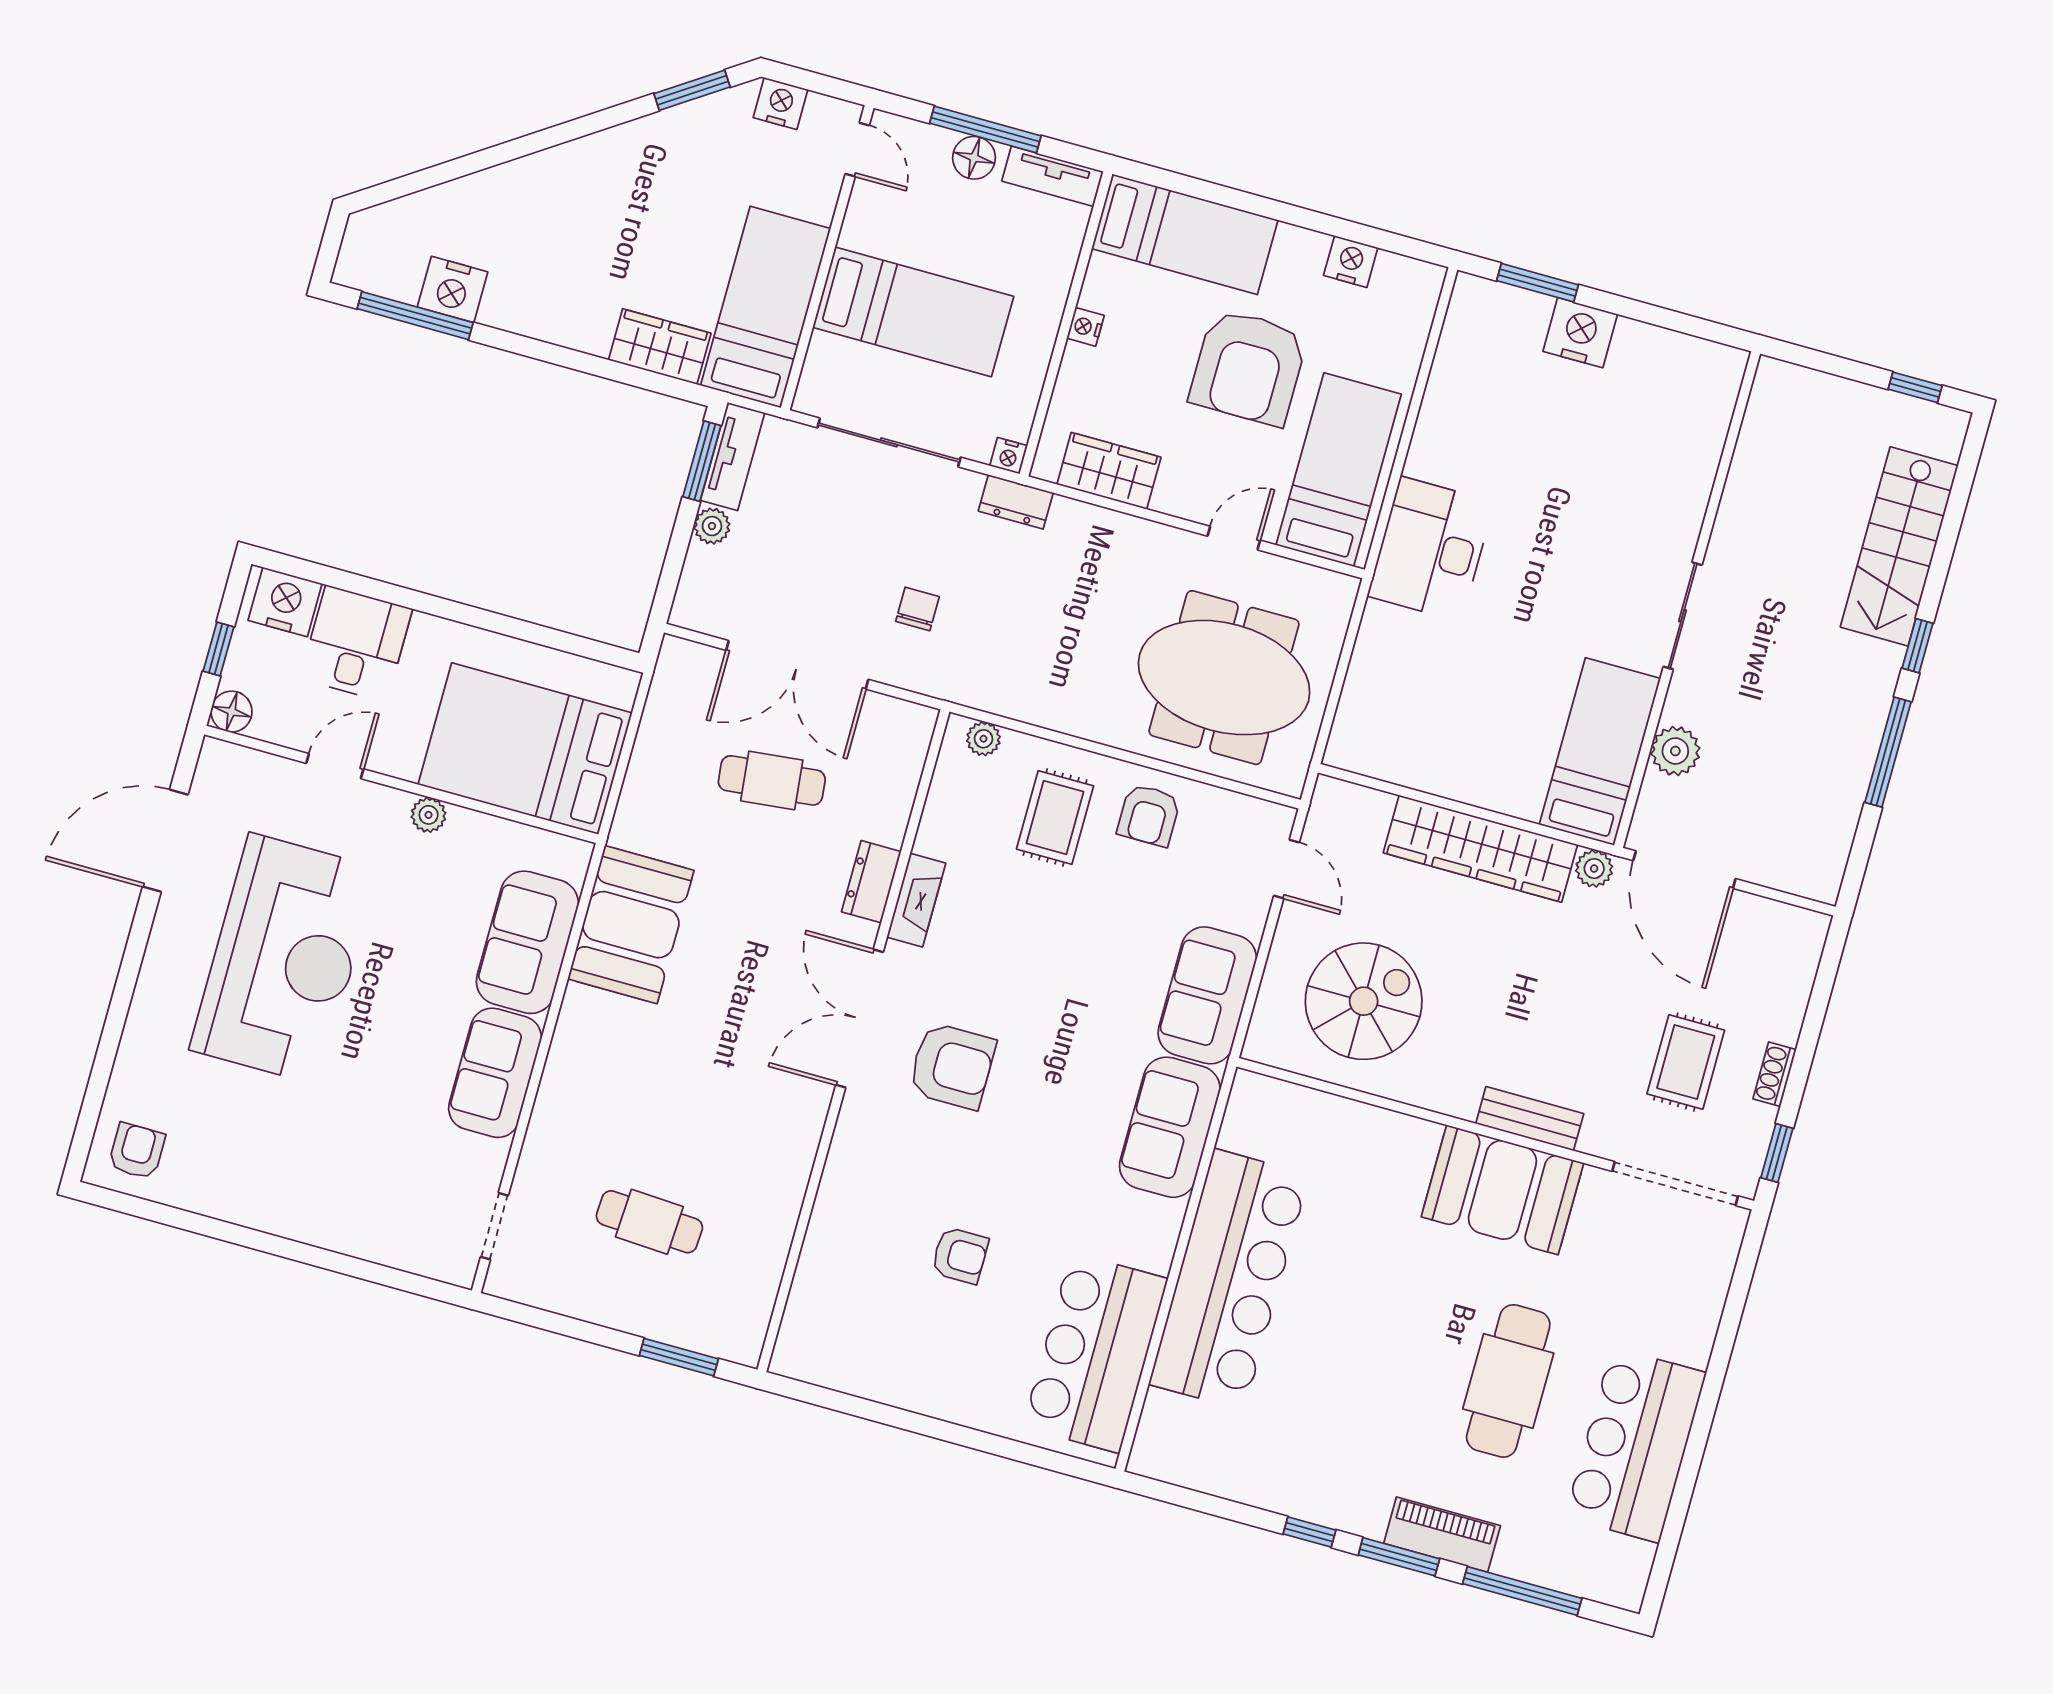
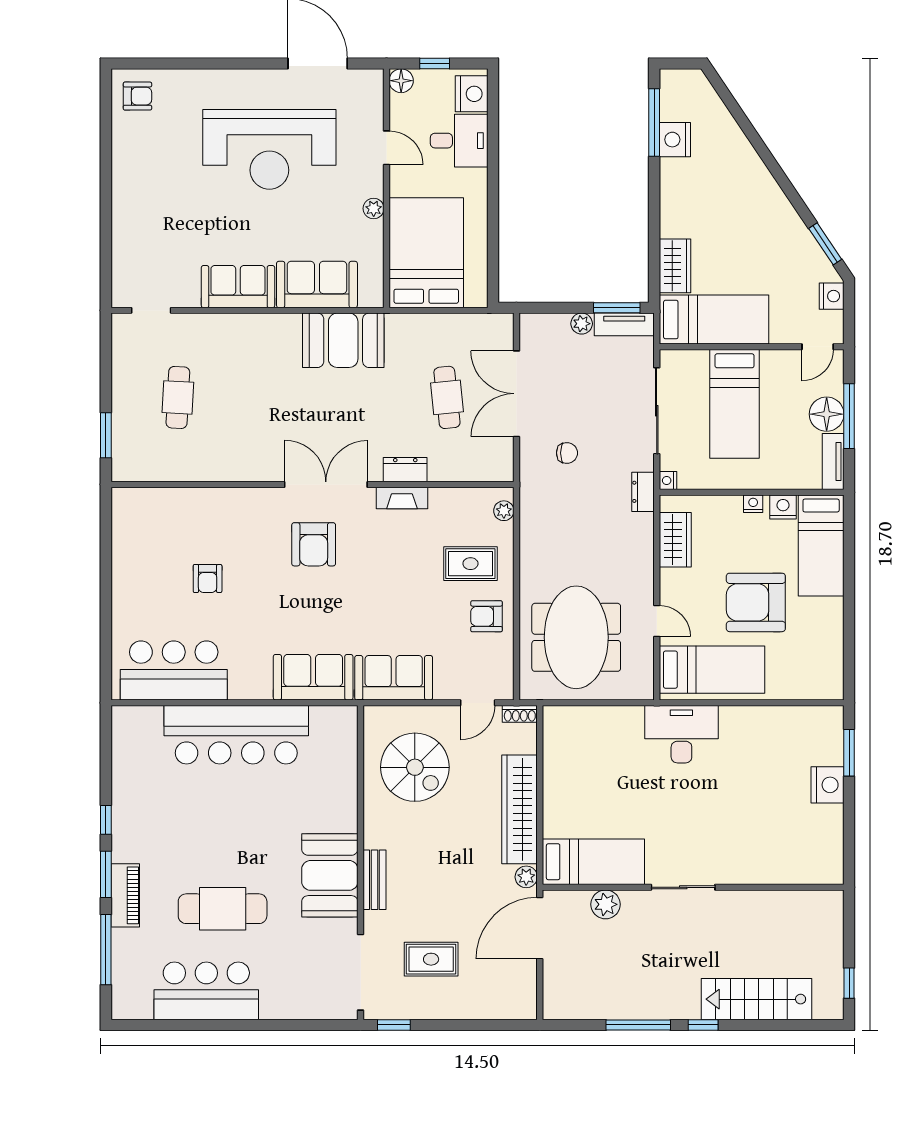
floor lamp: (974, 158) -> (827, 414), width x1.38, depth x1.38
nightstand: (1351, 262) -> (783, 507), moved, turned -90
shoe rack: (1775, 1074) -> (520, 714), moved, turned 180

